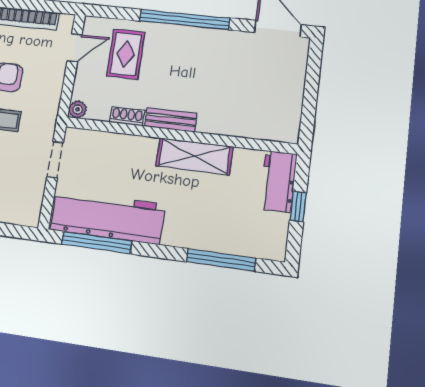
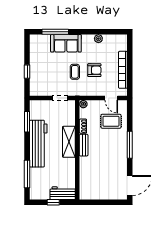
window: (184, 19) -> (130, 145), width x0.68
shelving: (194, 156) -> (69, 142), moved
workbench: (107, 217) -> (38, 144), moved
window: (97, 242) -> (27, 122), width x0.69

